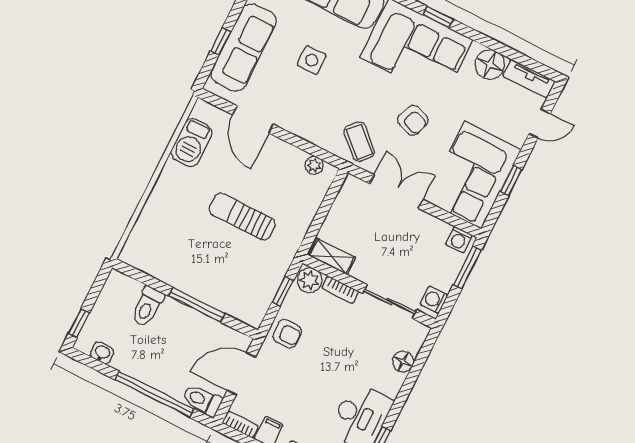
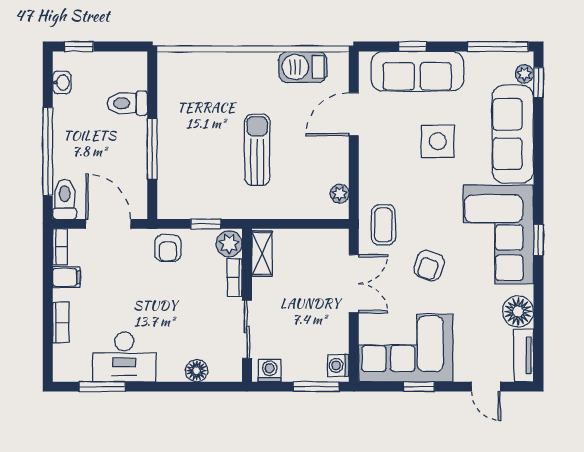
side table: (312, 60) -> (438, 141), width x1.37, depth x1.37
coffee table: (359, 142) -> (383, 225), turned -43

